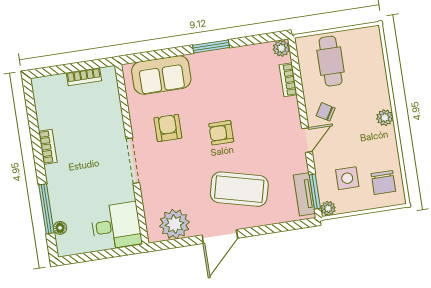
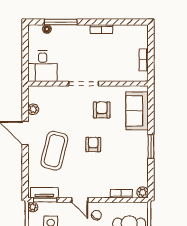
armchair: (168, 128) -> (102, 110), turned -90
plant: (175, 224) -> (33, 109), width x0.53, depth x0.53

